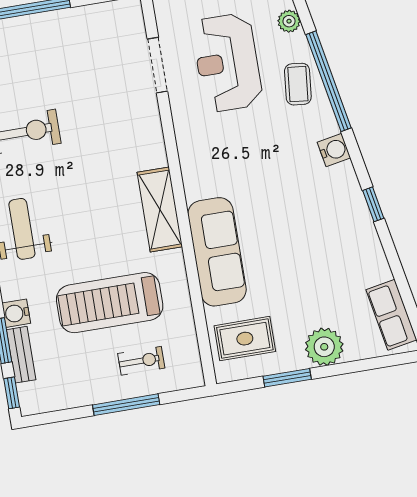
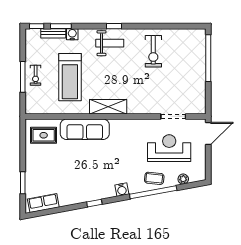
treadmill: (110, 303) -> (70, 77), turned 180
rug: (245, 339) -> (44, 135), turned 90
plant: (324, 347) -> (34, 170), removed
exercise bike: (141, 361) -> (36, 75), moved
window: (287, 378) -> (23, 183), moved

